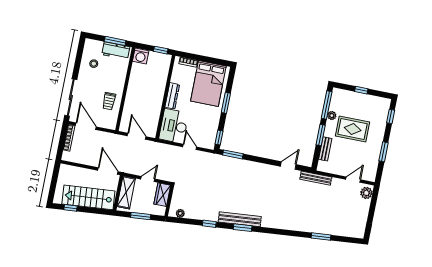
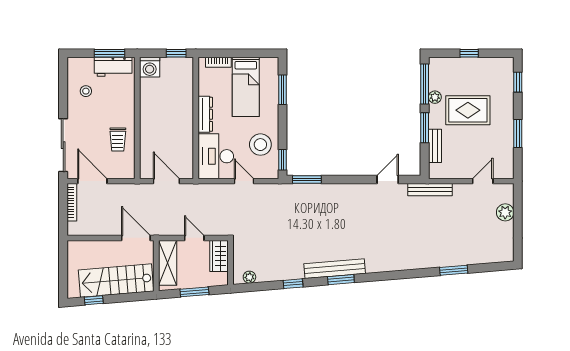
bed: (208, 84) -> (246, 87), width x0.67
window: (226, 103) -> (283, 90), moved
stool: (206, 124) -> (260, 145), added
door: (148, 179) -> (194, 238), hinge flipped
plant: (366, 193) -> (505, 212), moved

